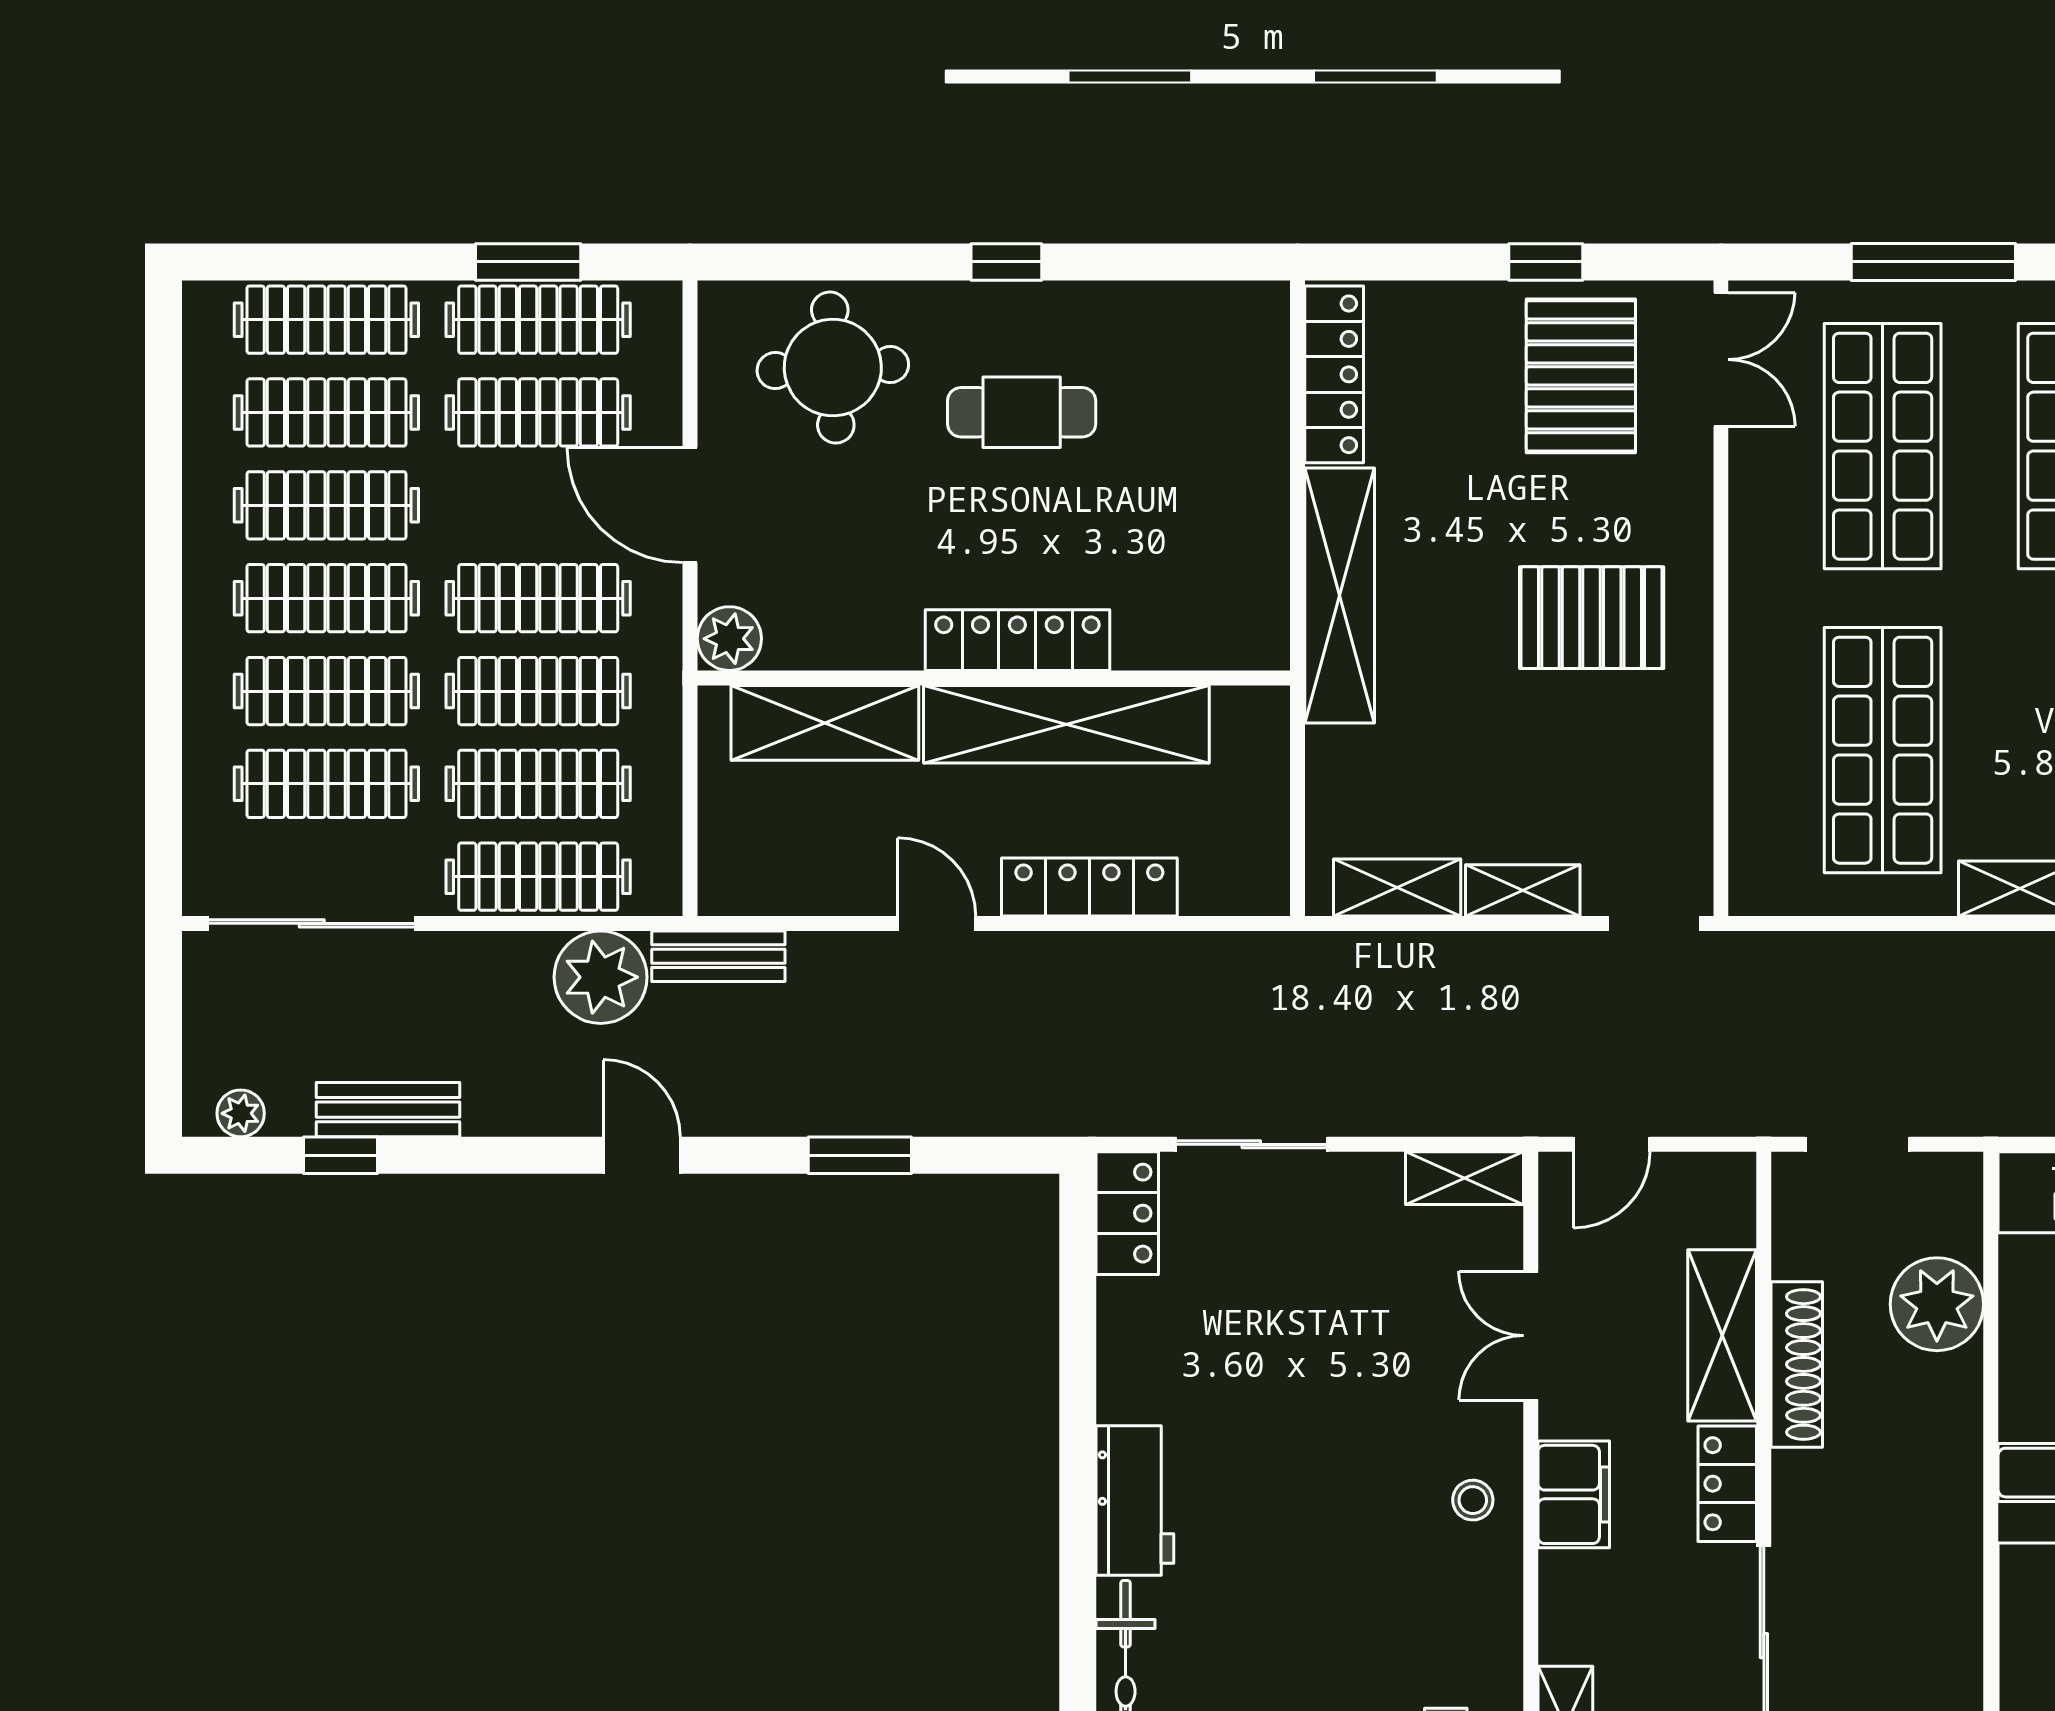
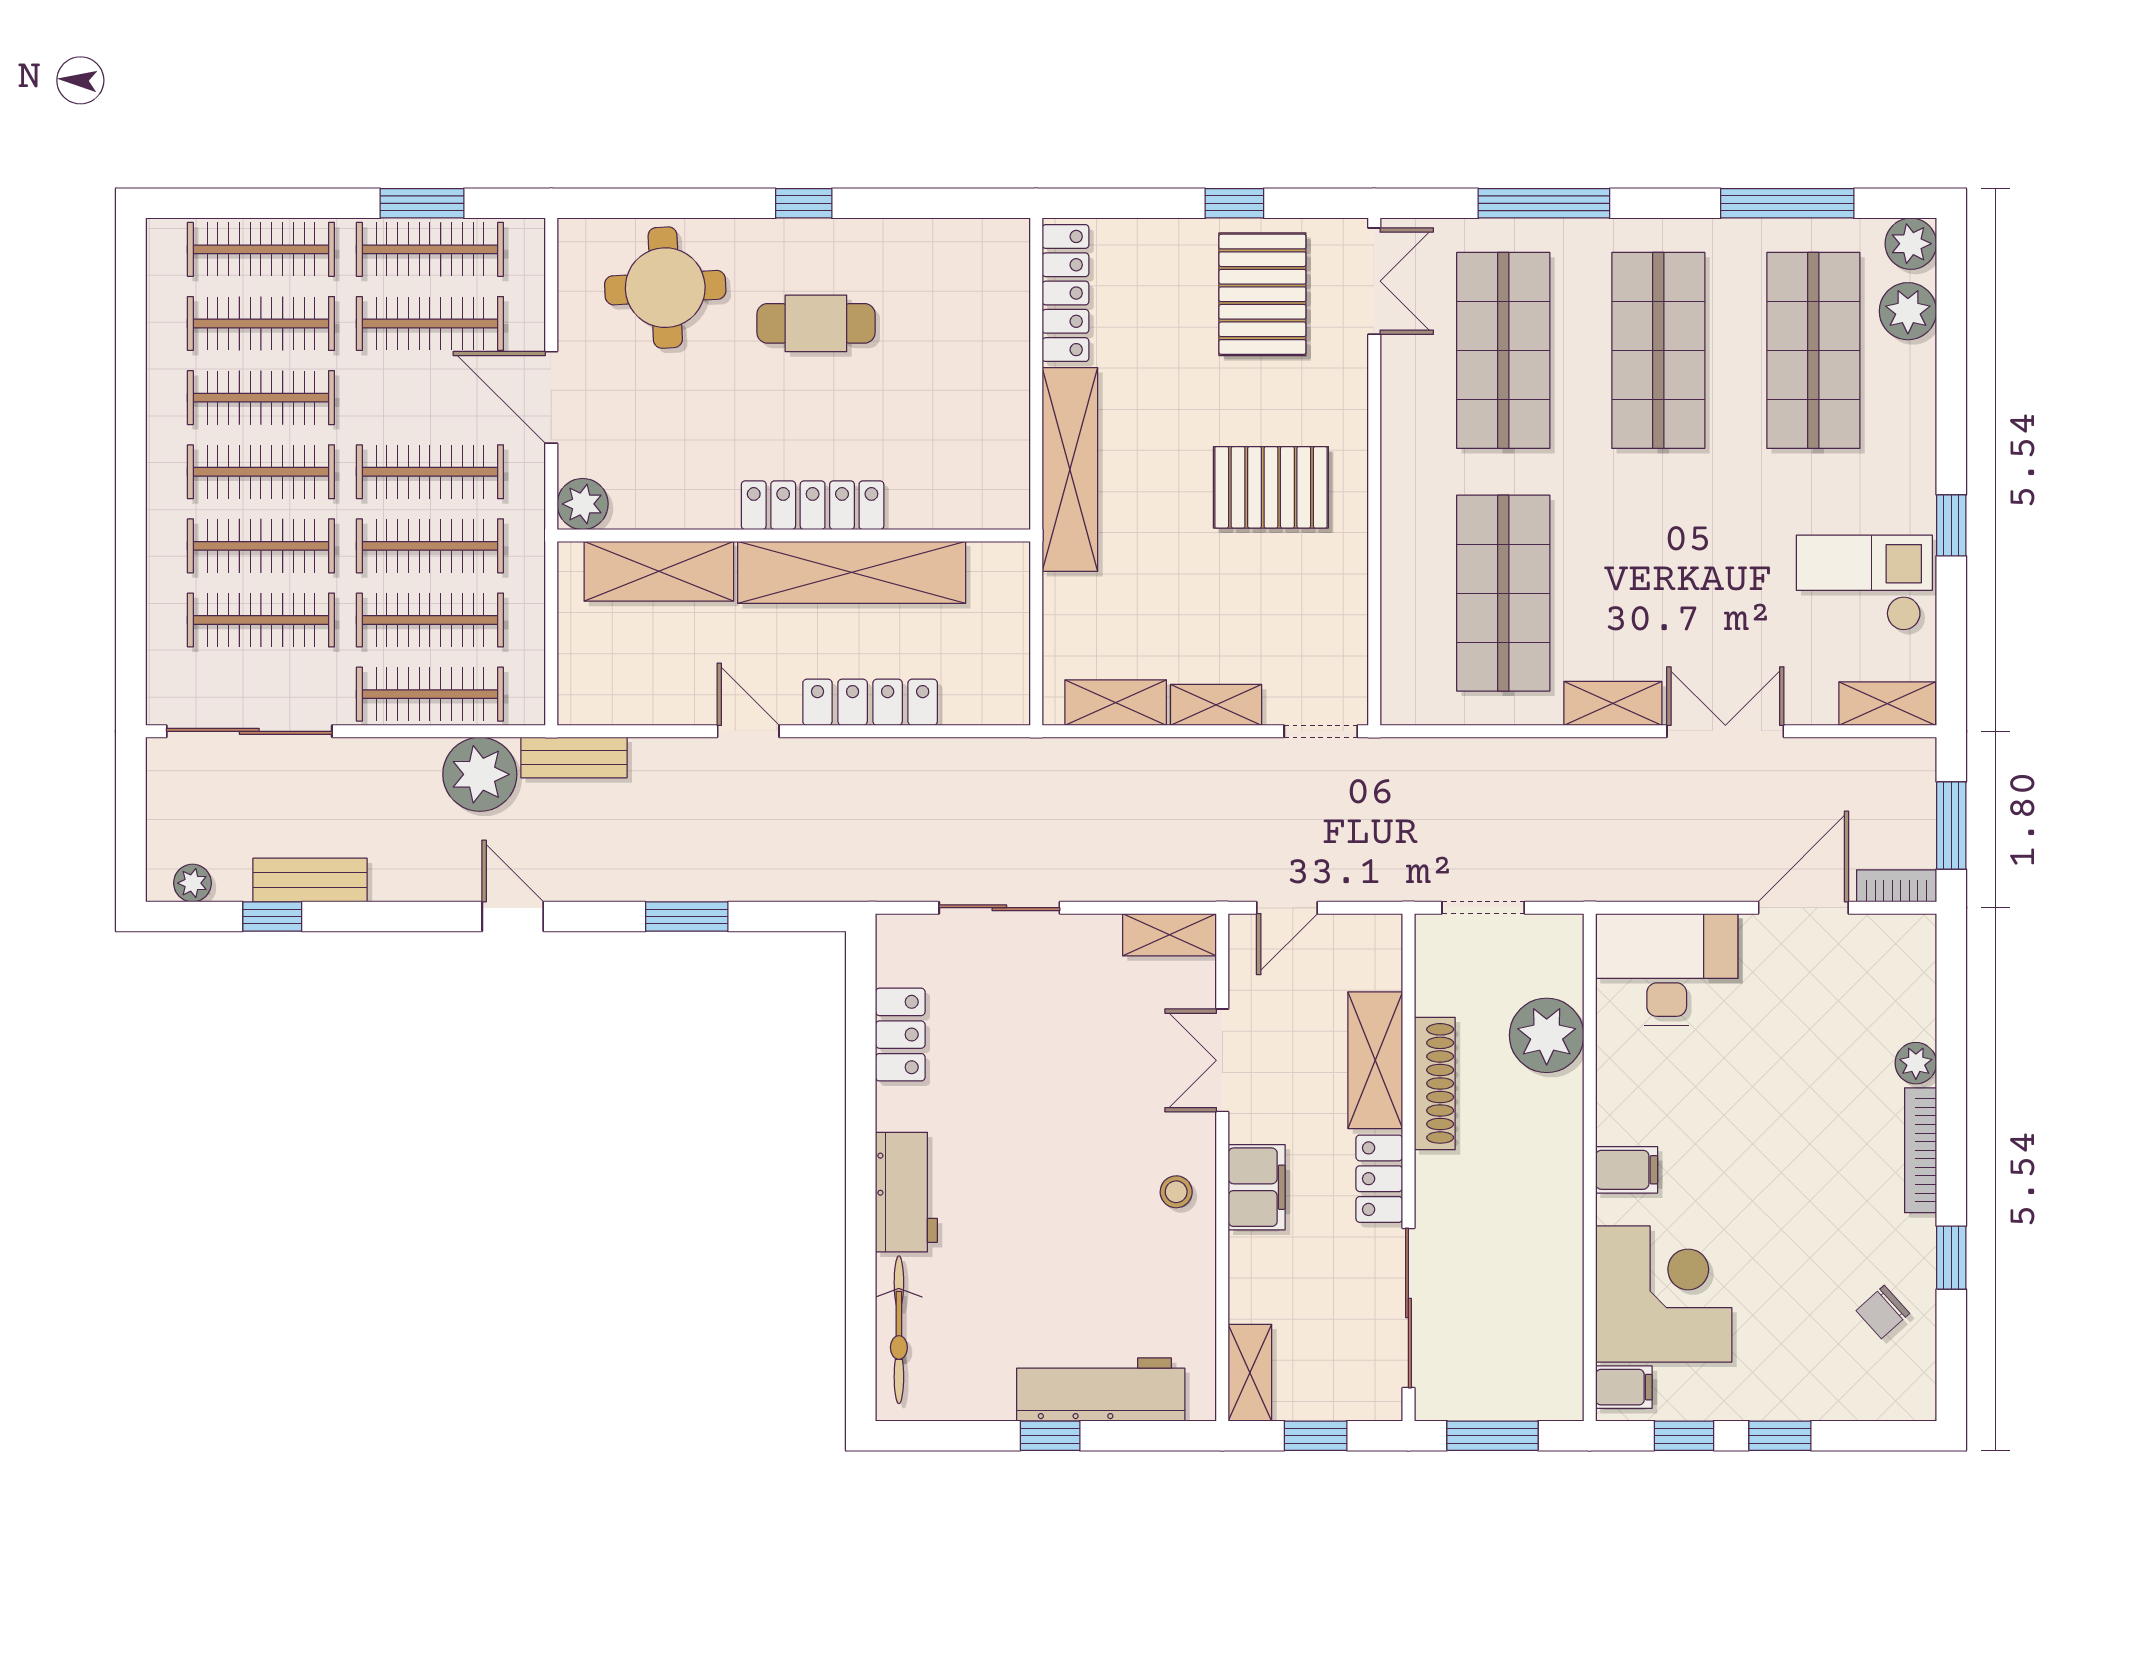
locker: (1127, 1213) -> (900, 1035), moved

